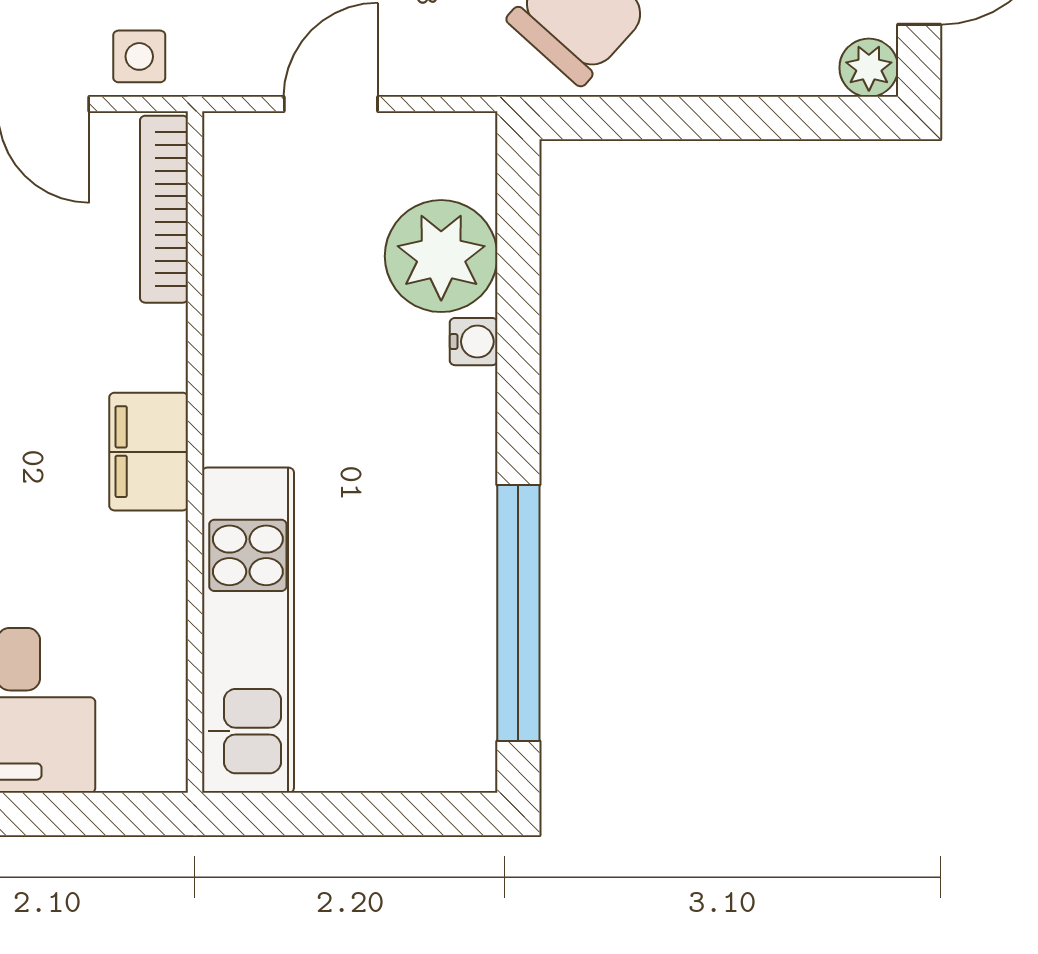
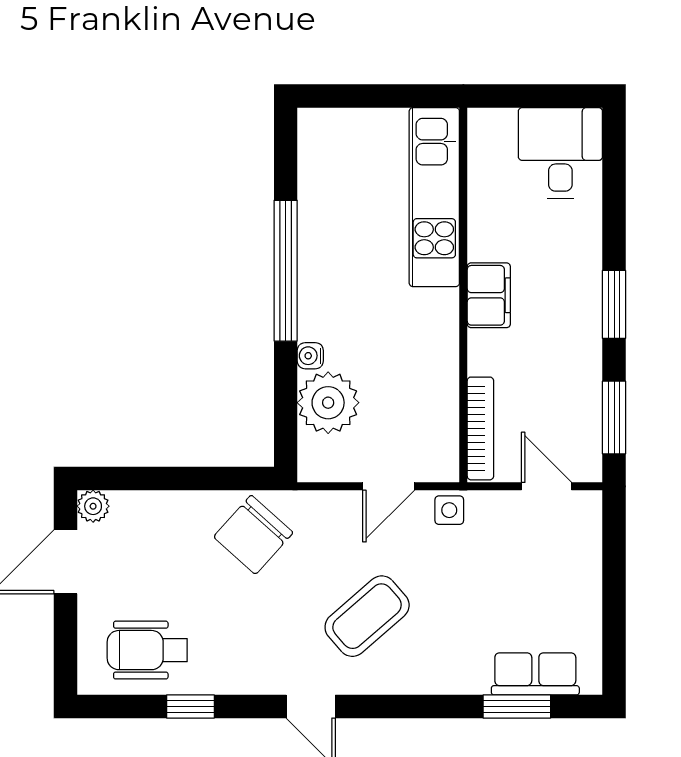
side table: (139, 56) -> (449, 510), moved
window: (518, 613) -> (286, 271), moved

